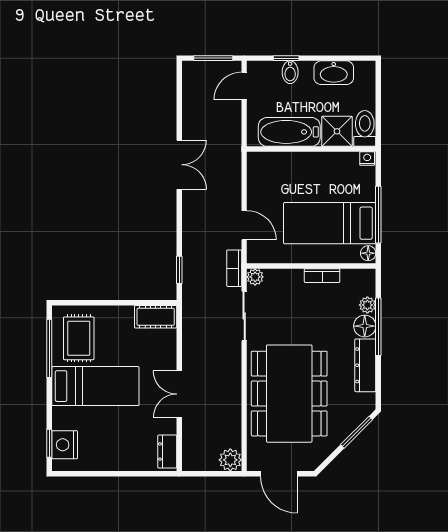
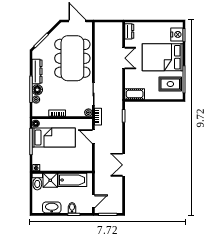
rug: (79, 338) -> (170, 84), turned 90
bed: (95, 386) -> (163, 57), width x1.50
plant: (230, 460) -> (100, 27), removed

